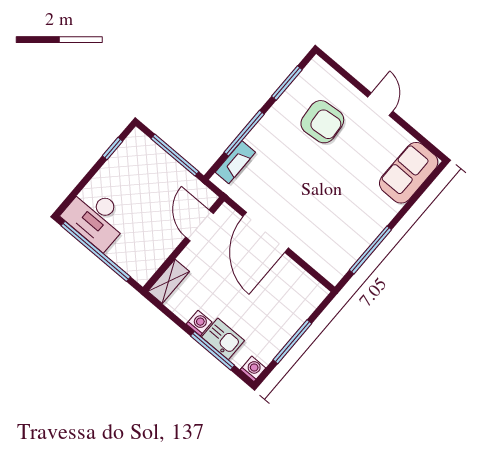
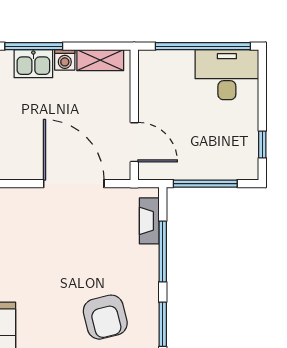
armchair: (322, 122) -> (105, 317), turned -99
shelving: (169, 281) -> (100, 60), moved, turned 90

